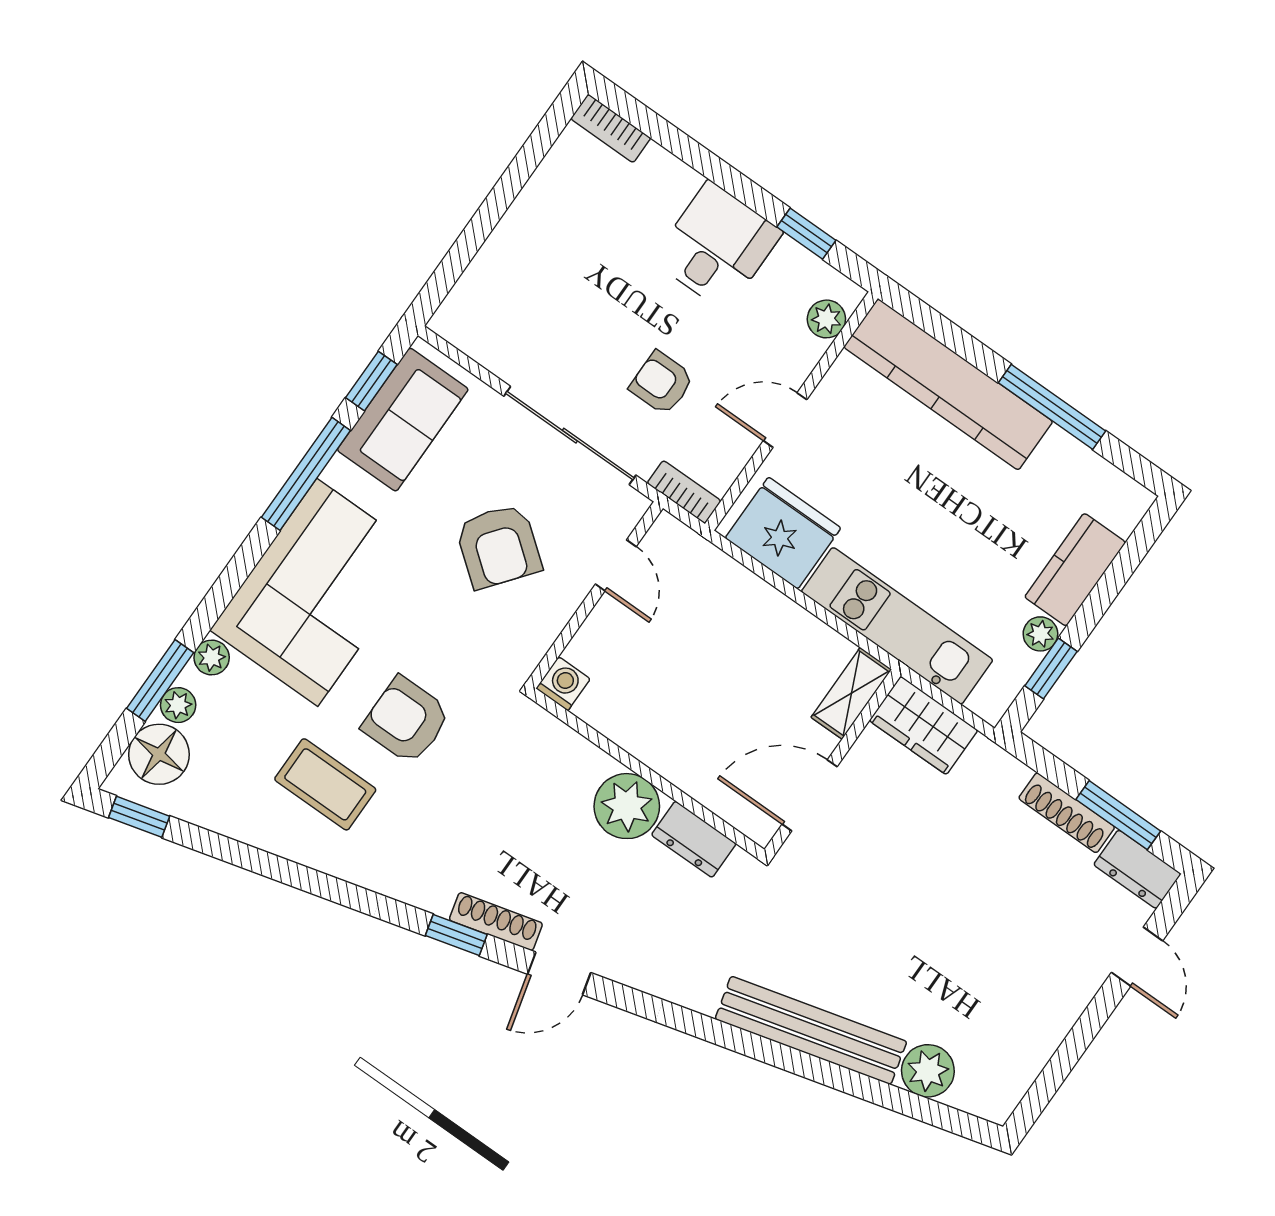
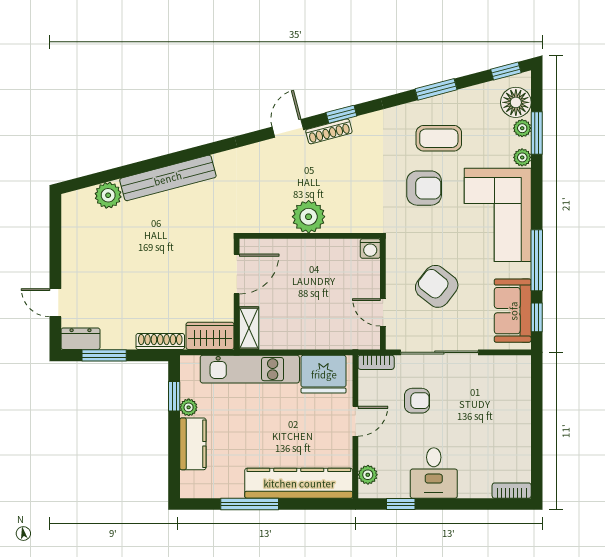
shoe rack: (1067, 813) -> (160, 342), moved
dresser: (694, 839) -> (271, 223), removed
window: (274, 867) -> (436, 89), added

